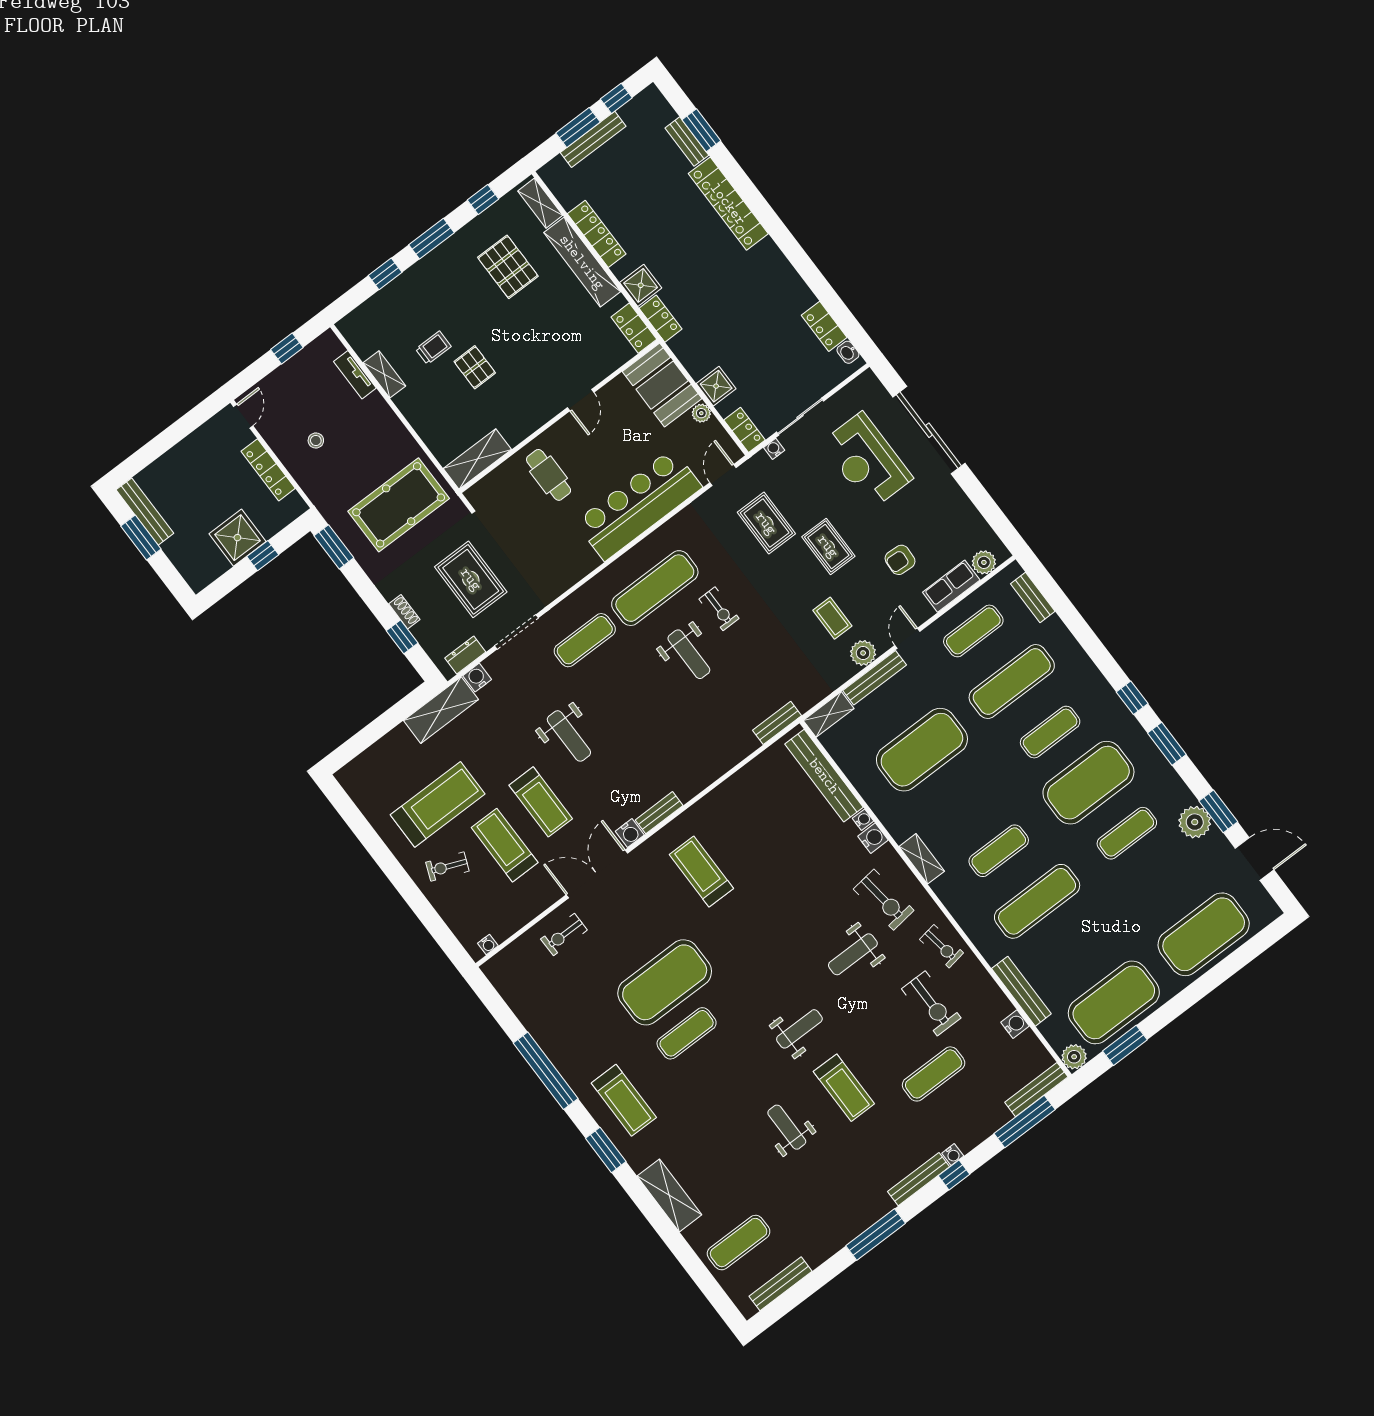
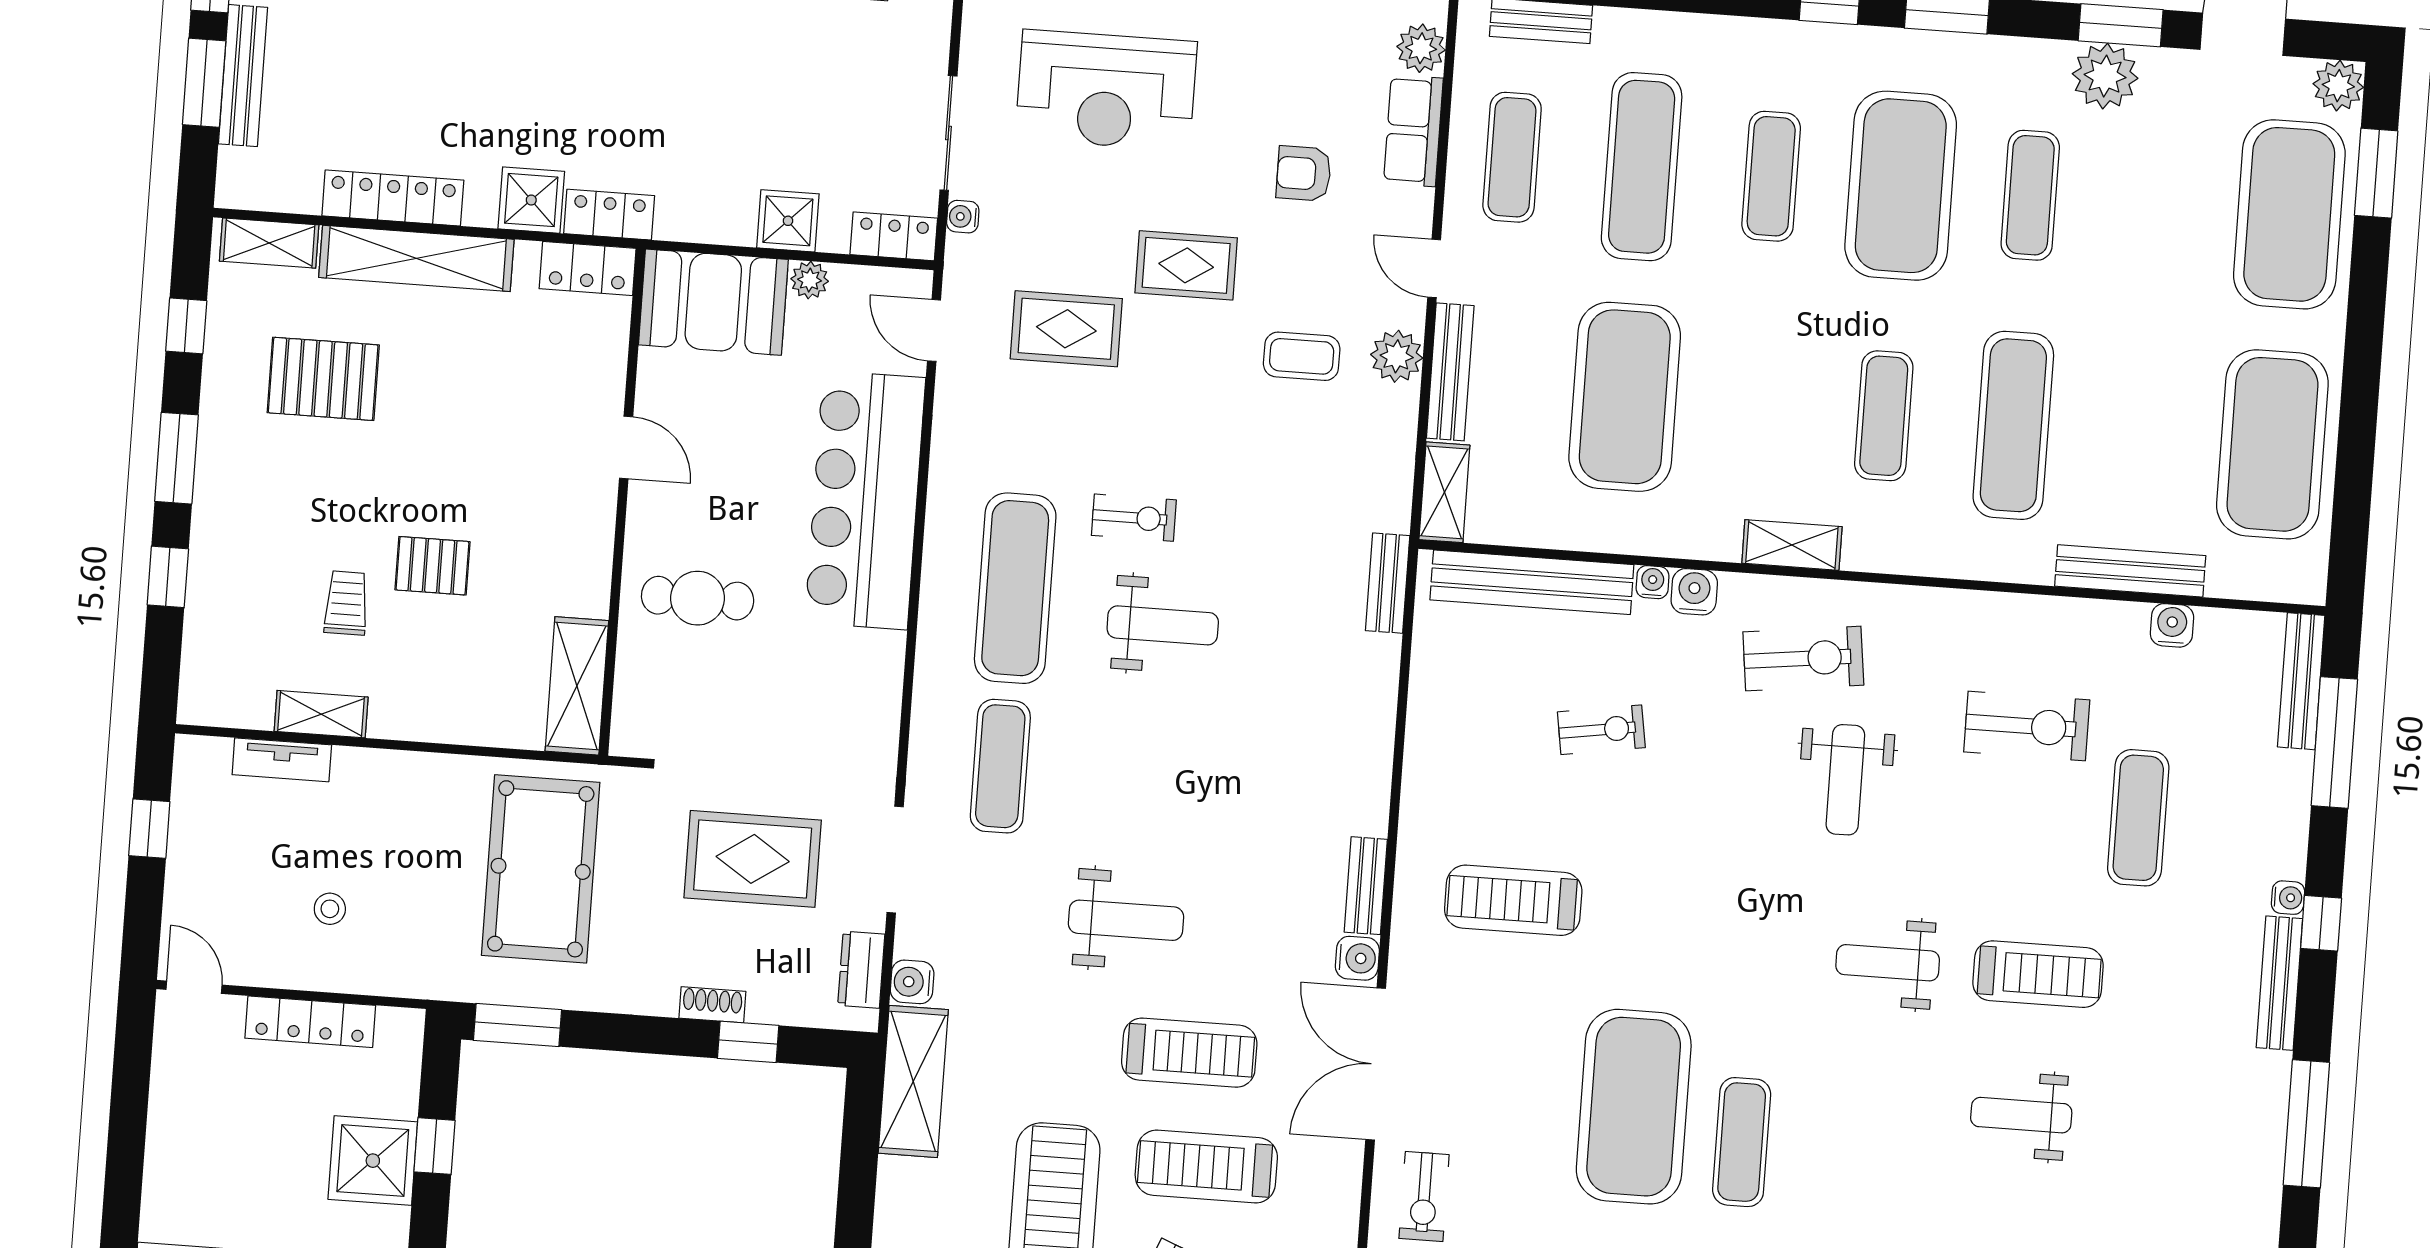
armchair: (900, 560) -> (1304, 174), turned 87
exercise bike: (942, 946) -> (1601, 730), moved
weight bench: (799, 1029) -> (1888, 963), turned -90
window: (1125, 1045) -> (2376, 173), moved
plant: (1074, 1057) -> (2338, 86), moved

